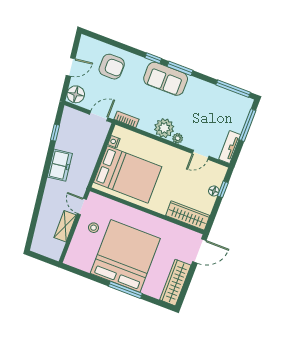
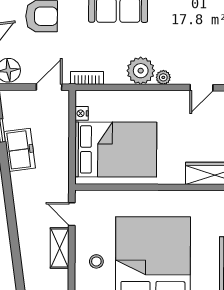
freezer: (60, 165) -> (20, 150), moved
stool: (94, 228) -> (96, 261), moved

